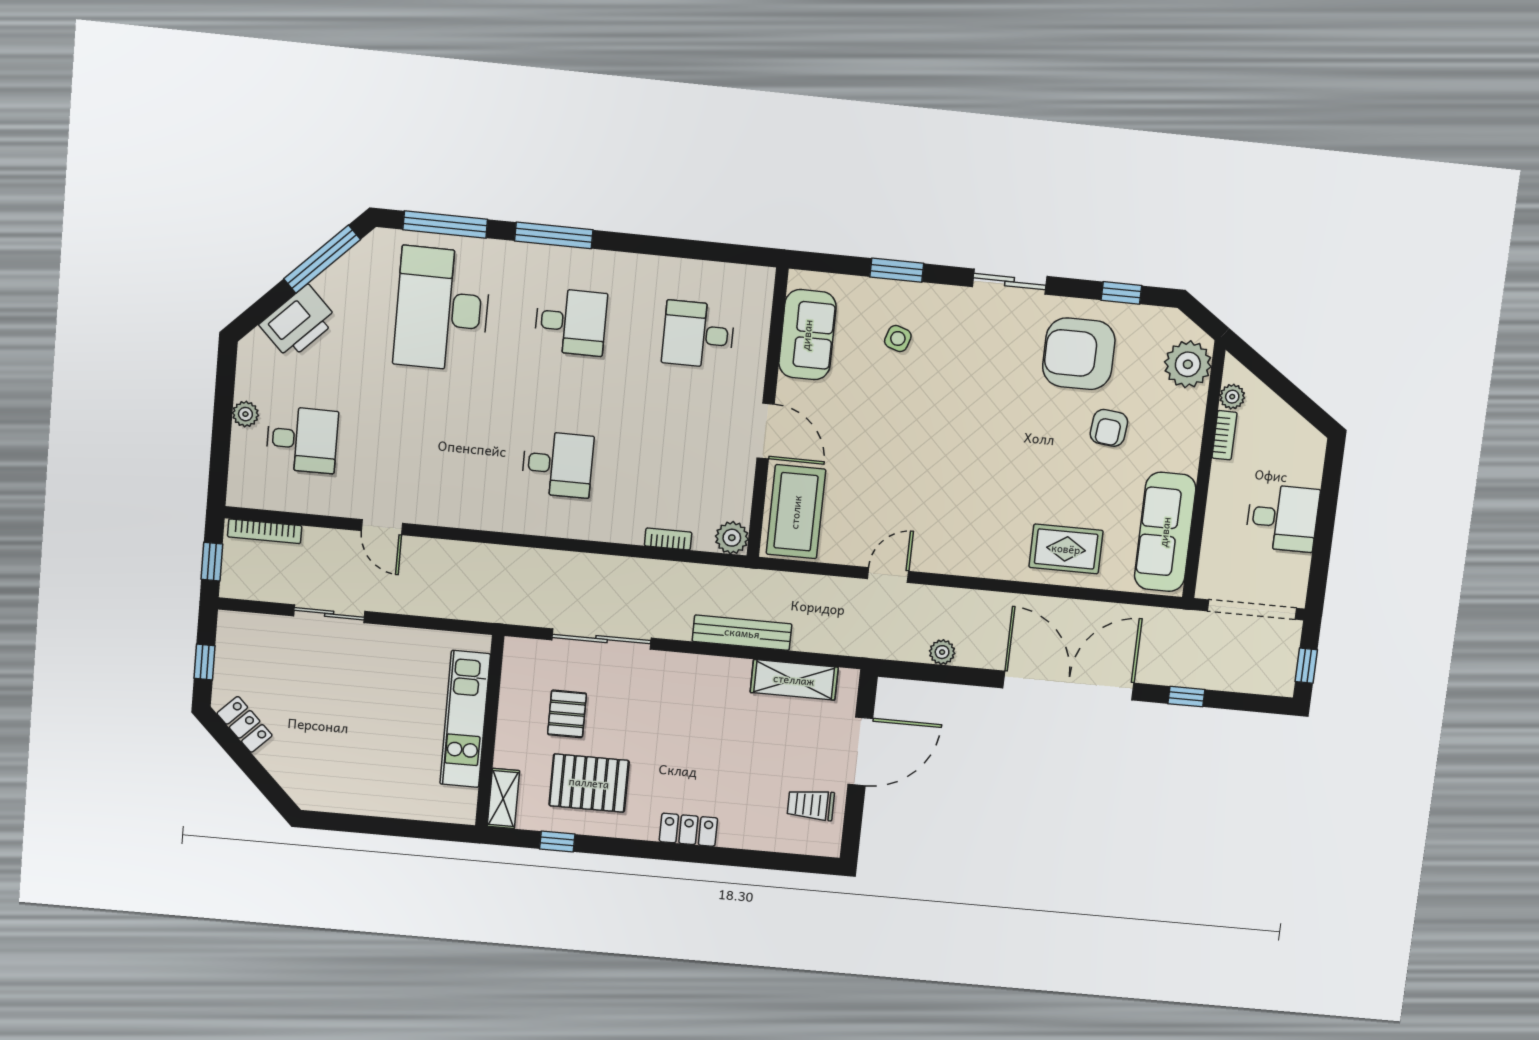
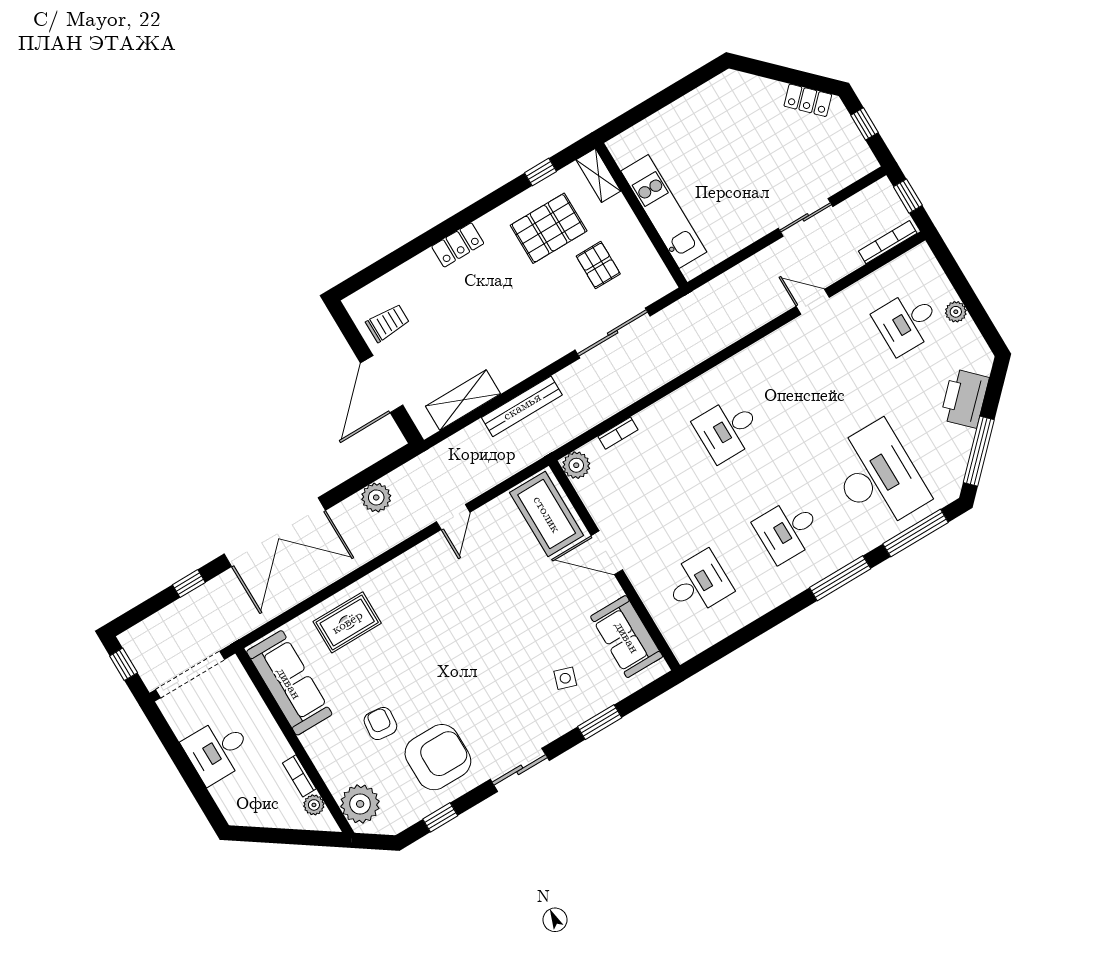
plant: (942, 652) -> (376, 497), width x1.38, depth x1.38

